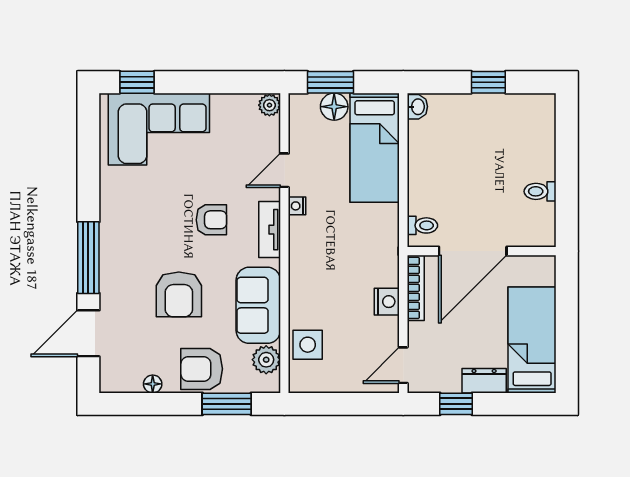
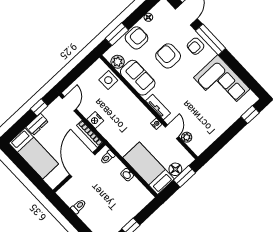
plant: (269, 105) -> (187, 137), moved
washbasin: (417, 107) -> (127, 175), moved
corner sofa: (159, 129) -> (222, 83), moved, turned -90
armchair: (211, 220) -> (196, 46), moved

